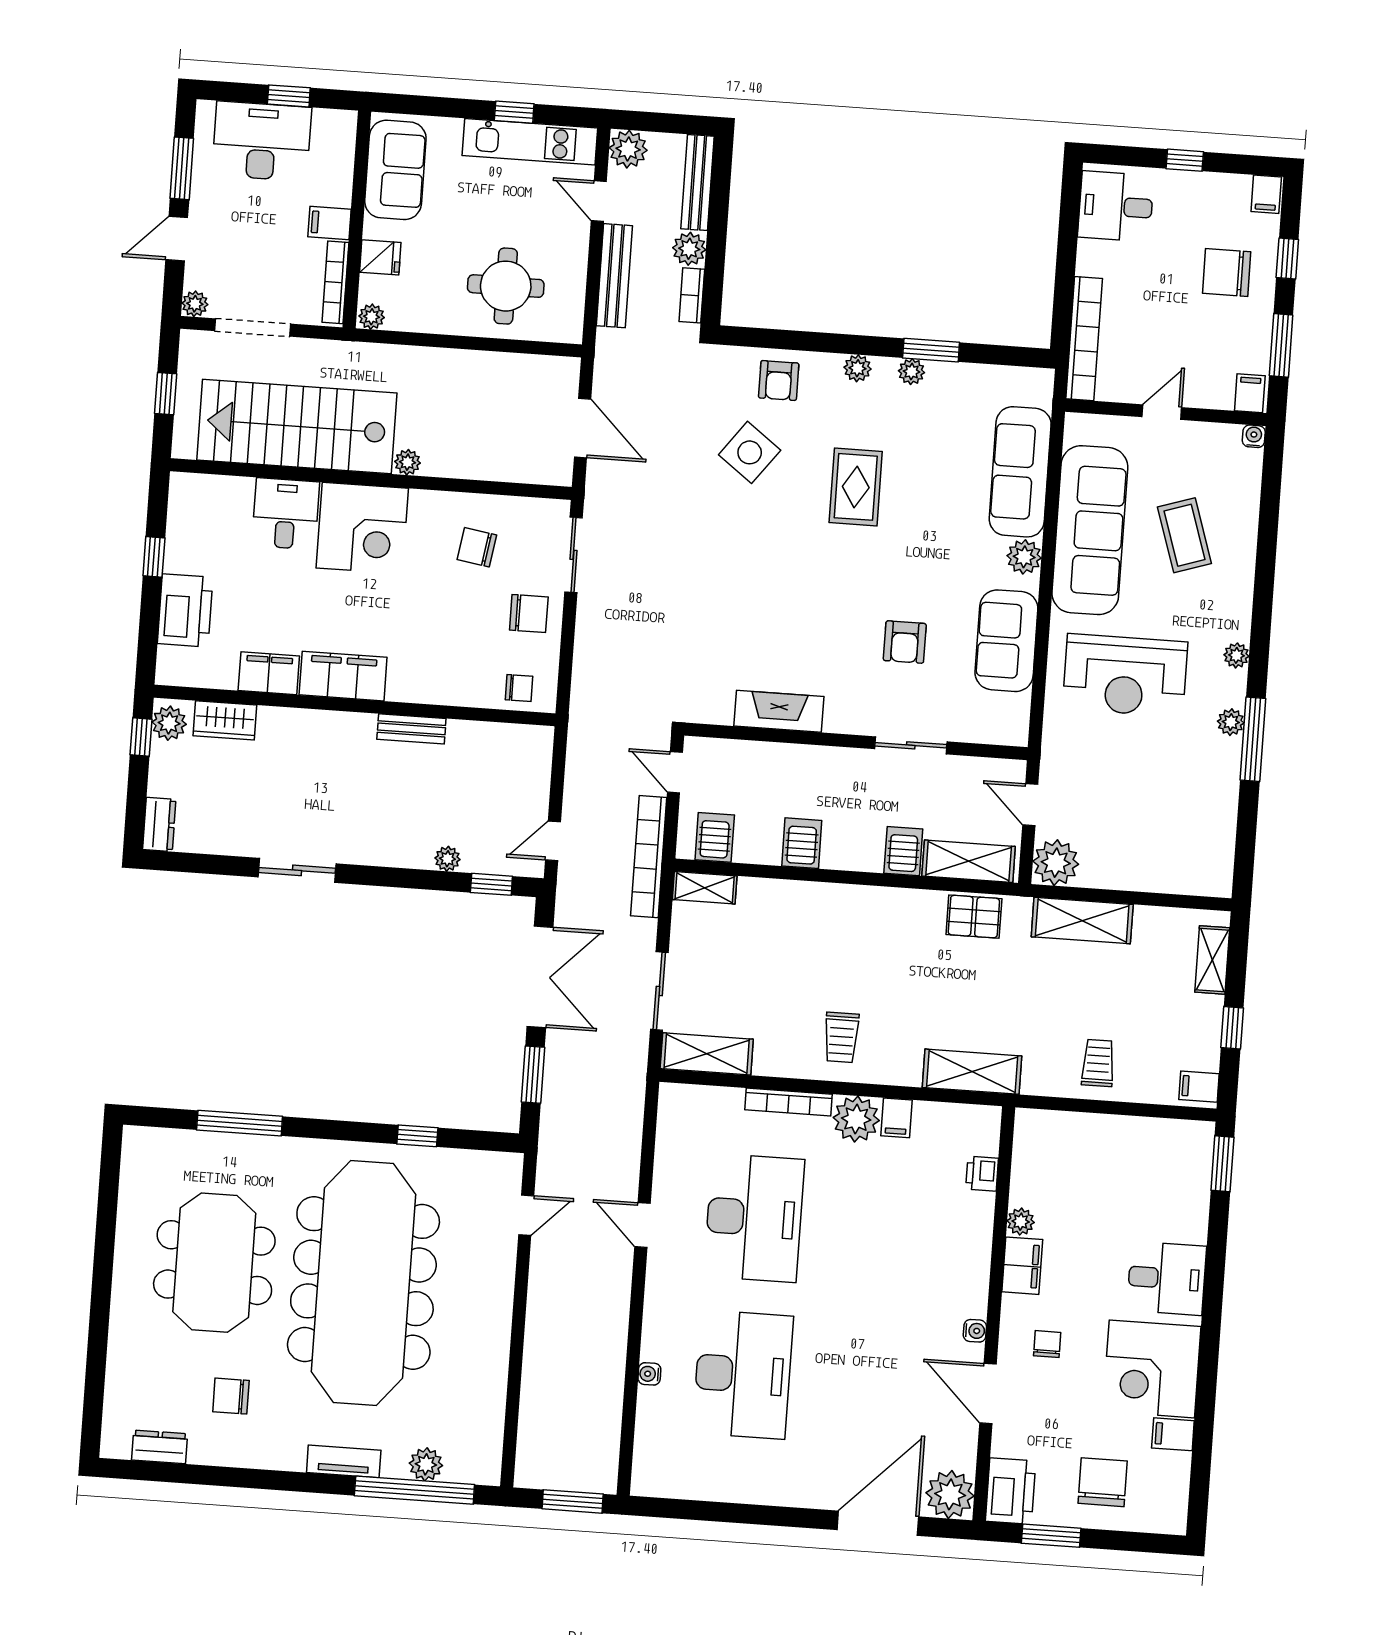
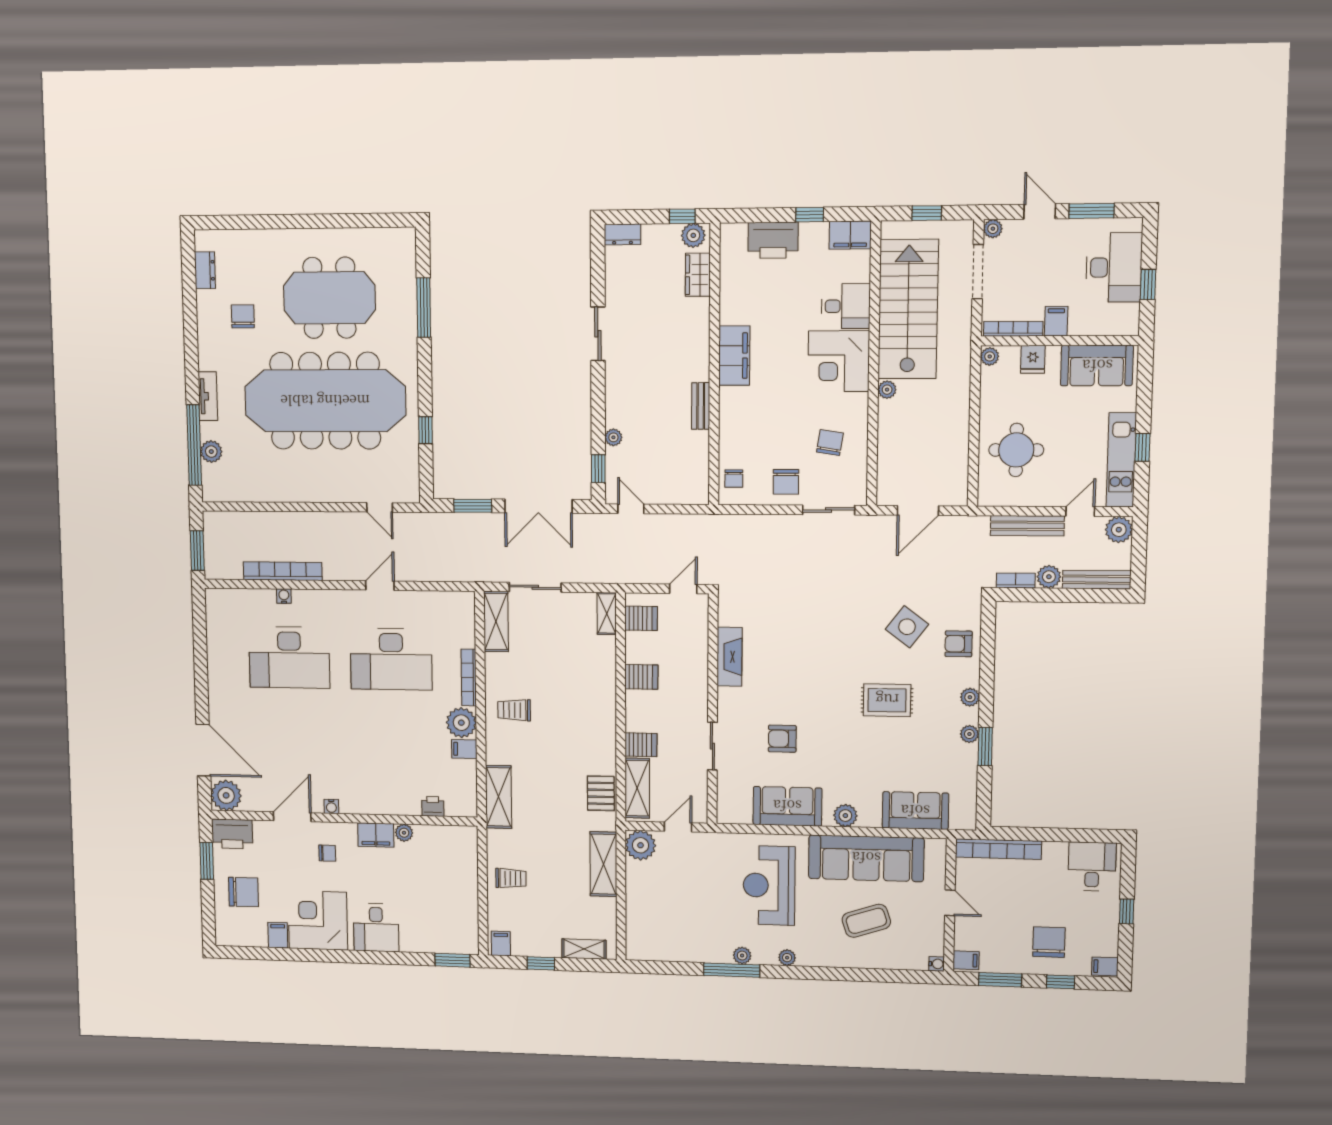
sofa: (1020, 472) -> (915, 811), width x0.73
filing cabinet: (269, 673) -> (850, 235), moved, turned 90
bookcase: (649, 857) -> (283, 571), moved

